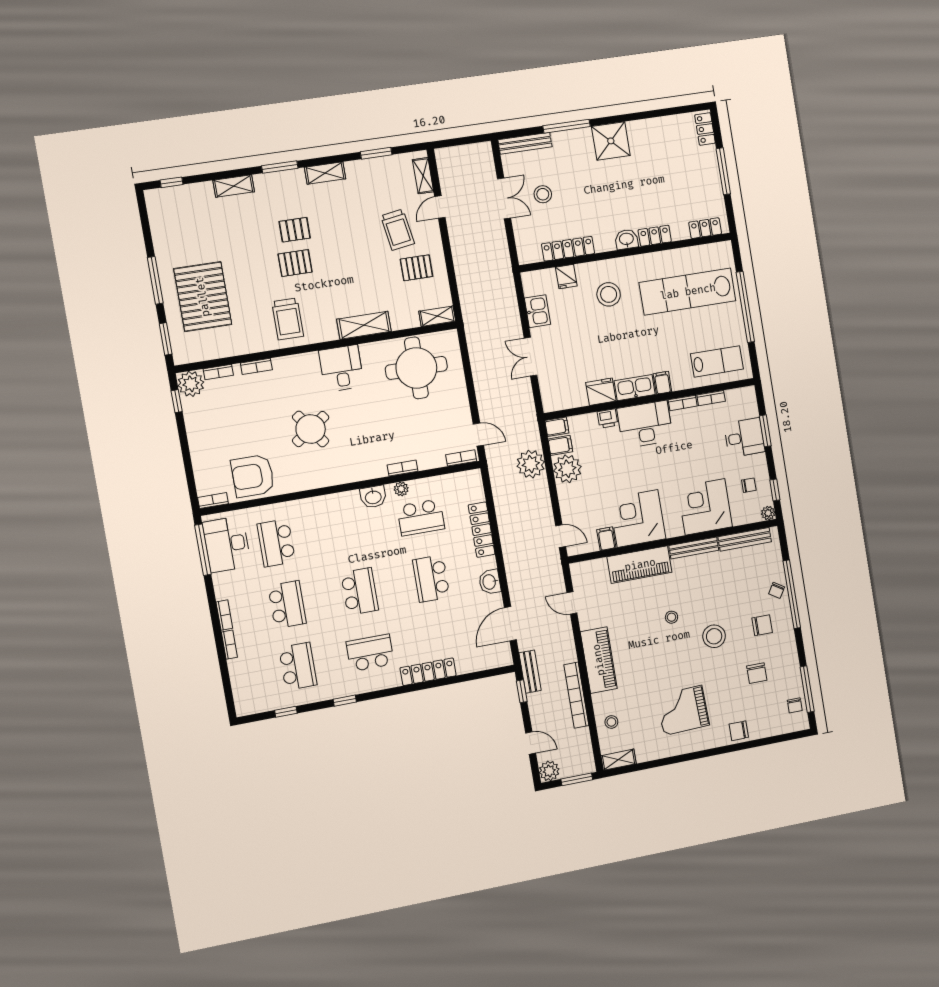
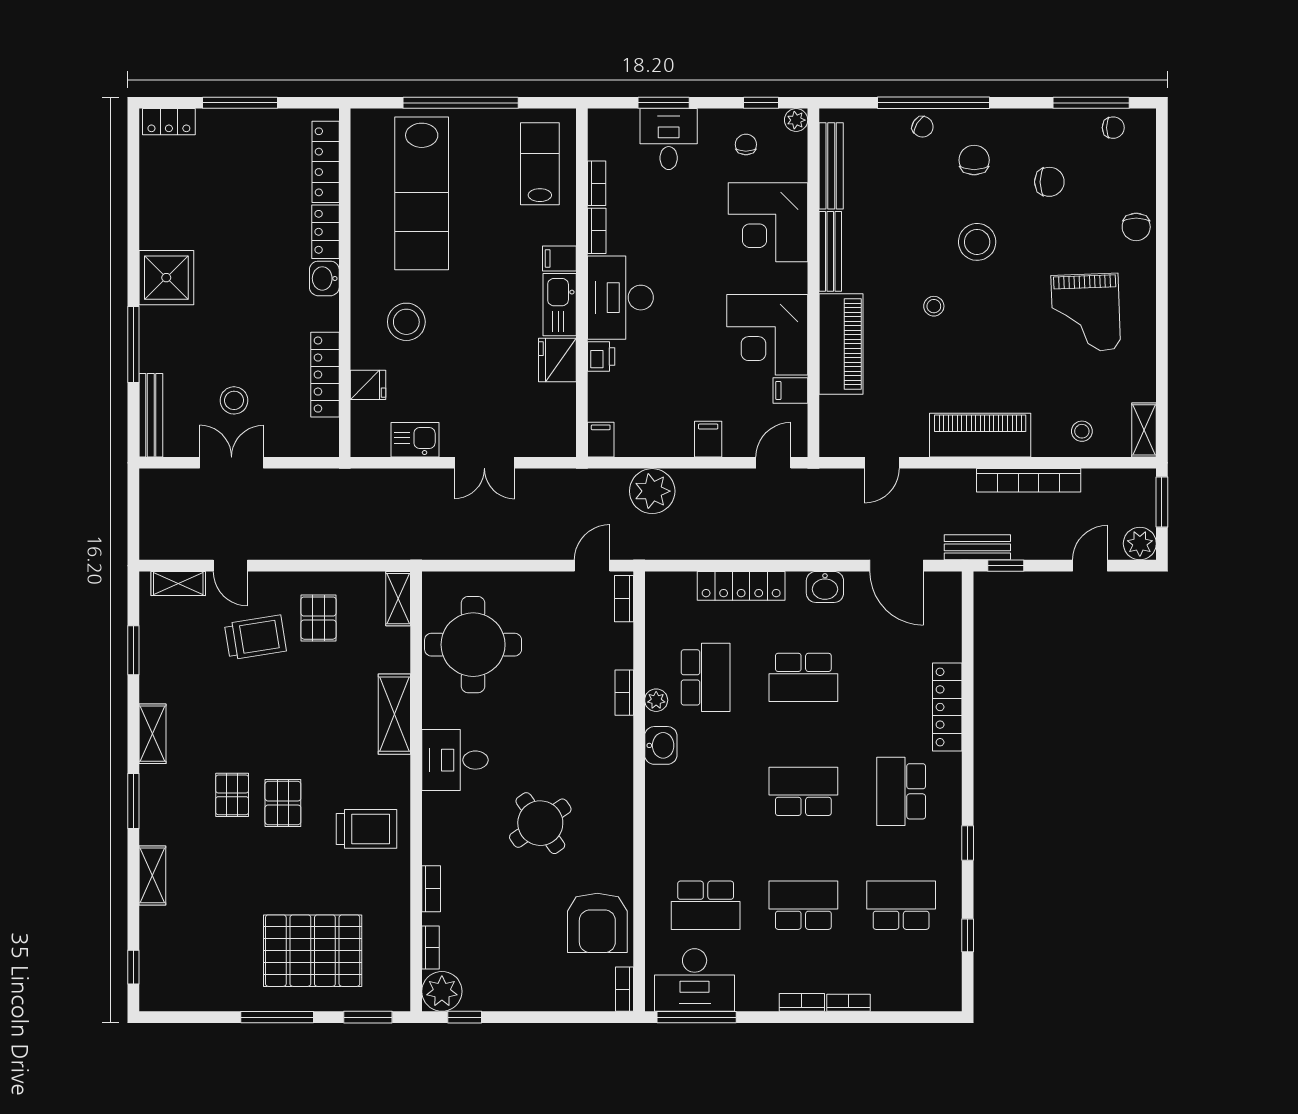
locker: (705, 228) -> (326, 162), width x1.53
filing cabinet: (560, 445) -> (708, 439), moved
plant: (567, 469) -> (670, 434), removed

